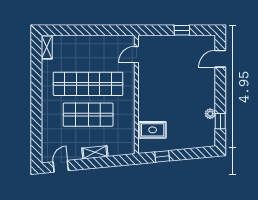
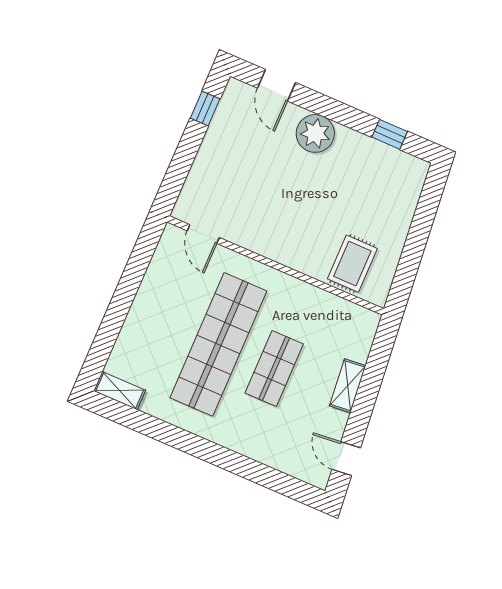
window: (182, 30) -> (205, 108), moved
plant: (210, 114) -> (315, 133), moved, width x1.87, depth x1.87
shop shelf: (88, 115) -> (274, 369), width x0.70, depth x0.74
window: (162, 156) -> (408, 267), removed

